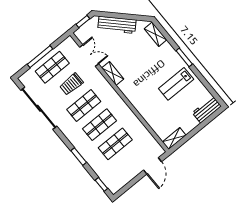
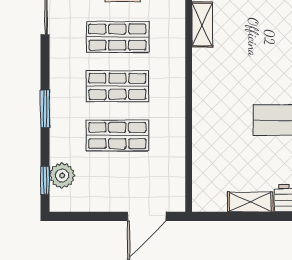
shelving: (174, 139) -> (250, 202), moved
plant: (106, 177) -> (62, 175), added

